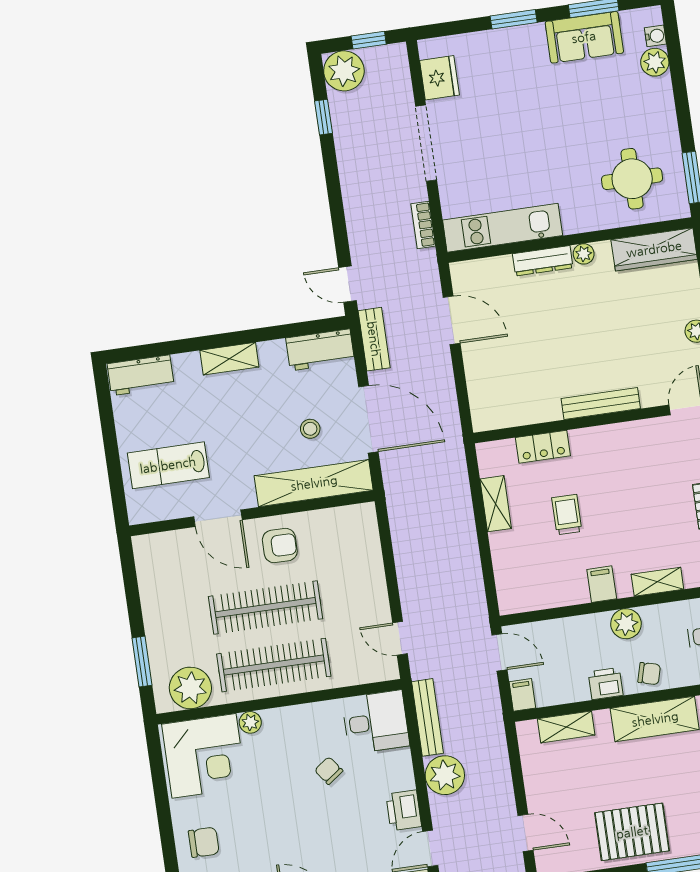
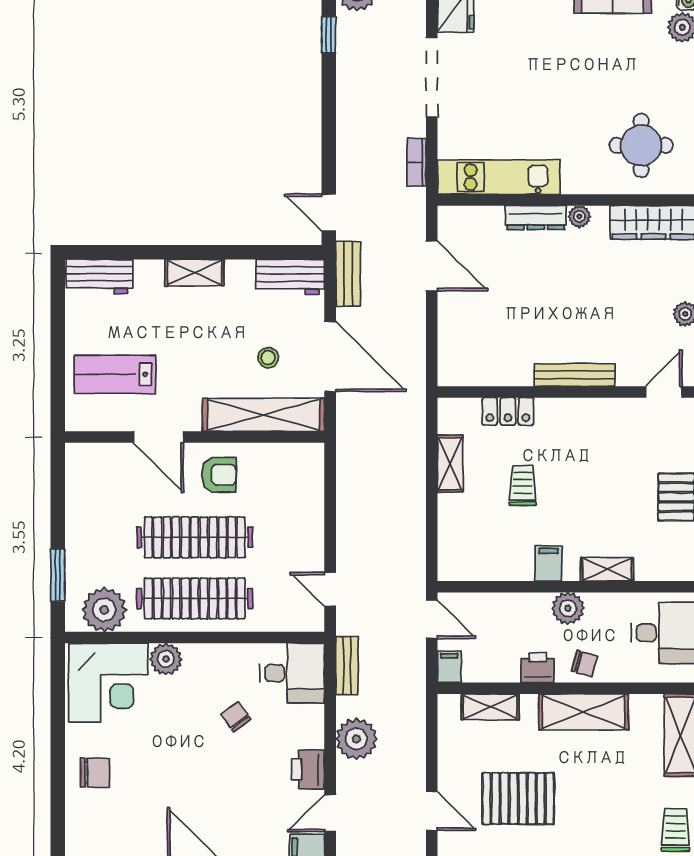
bench: (427, 717) -> (347, 666), width x0.73
plant: (250, 722) -> (166, 659), width x1.38, depth x1.38
pallet: (632, 832) -> (518, 799), moved

